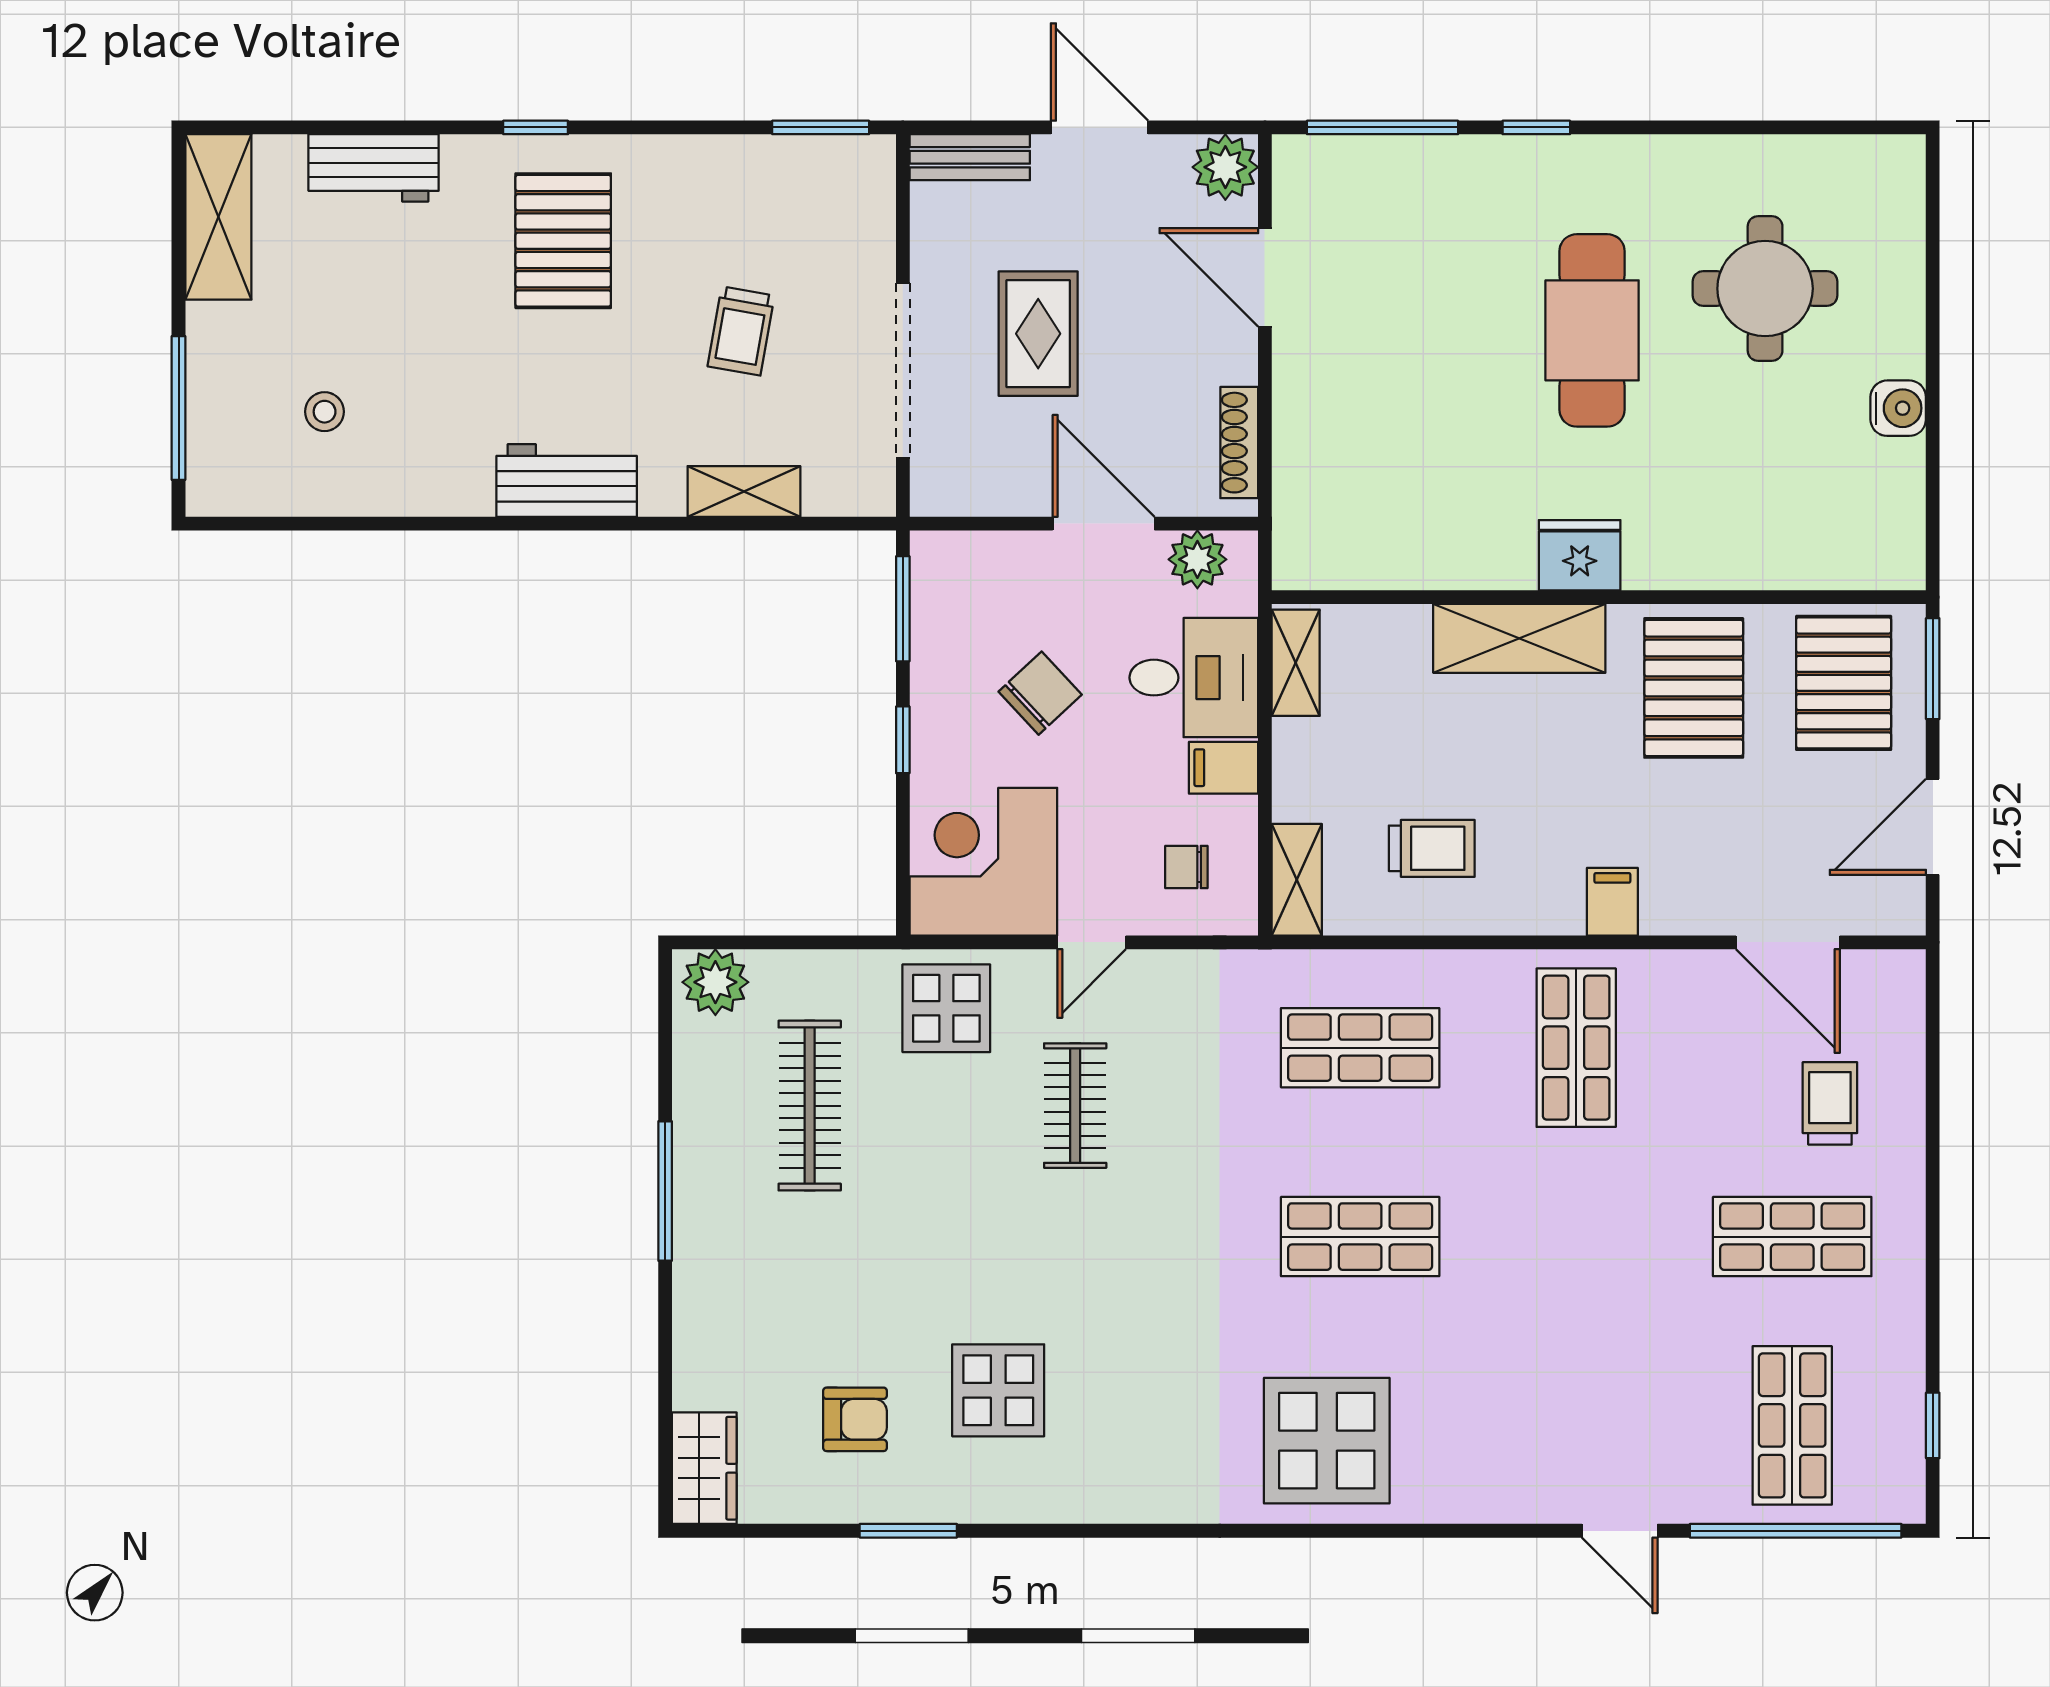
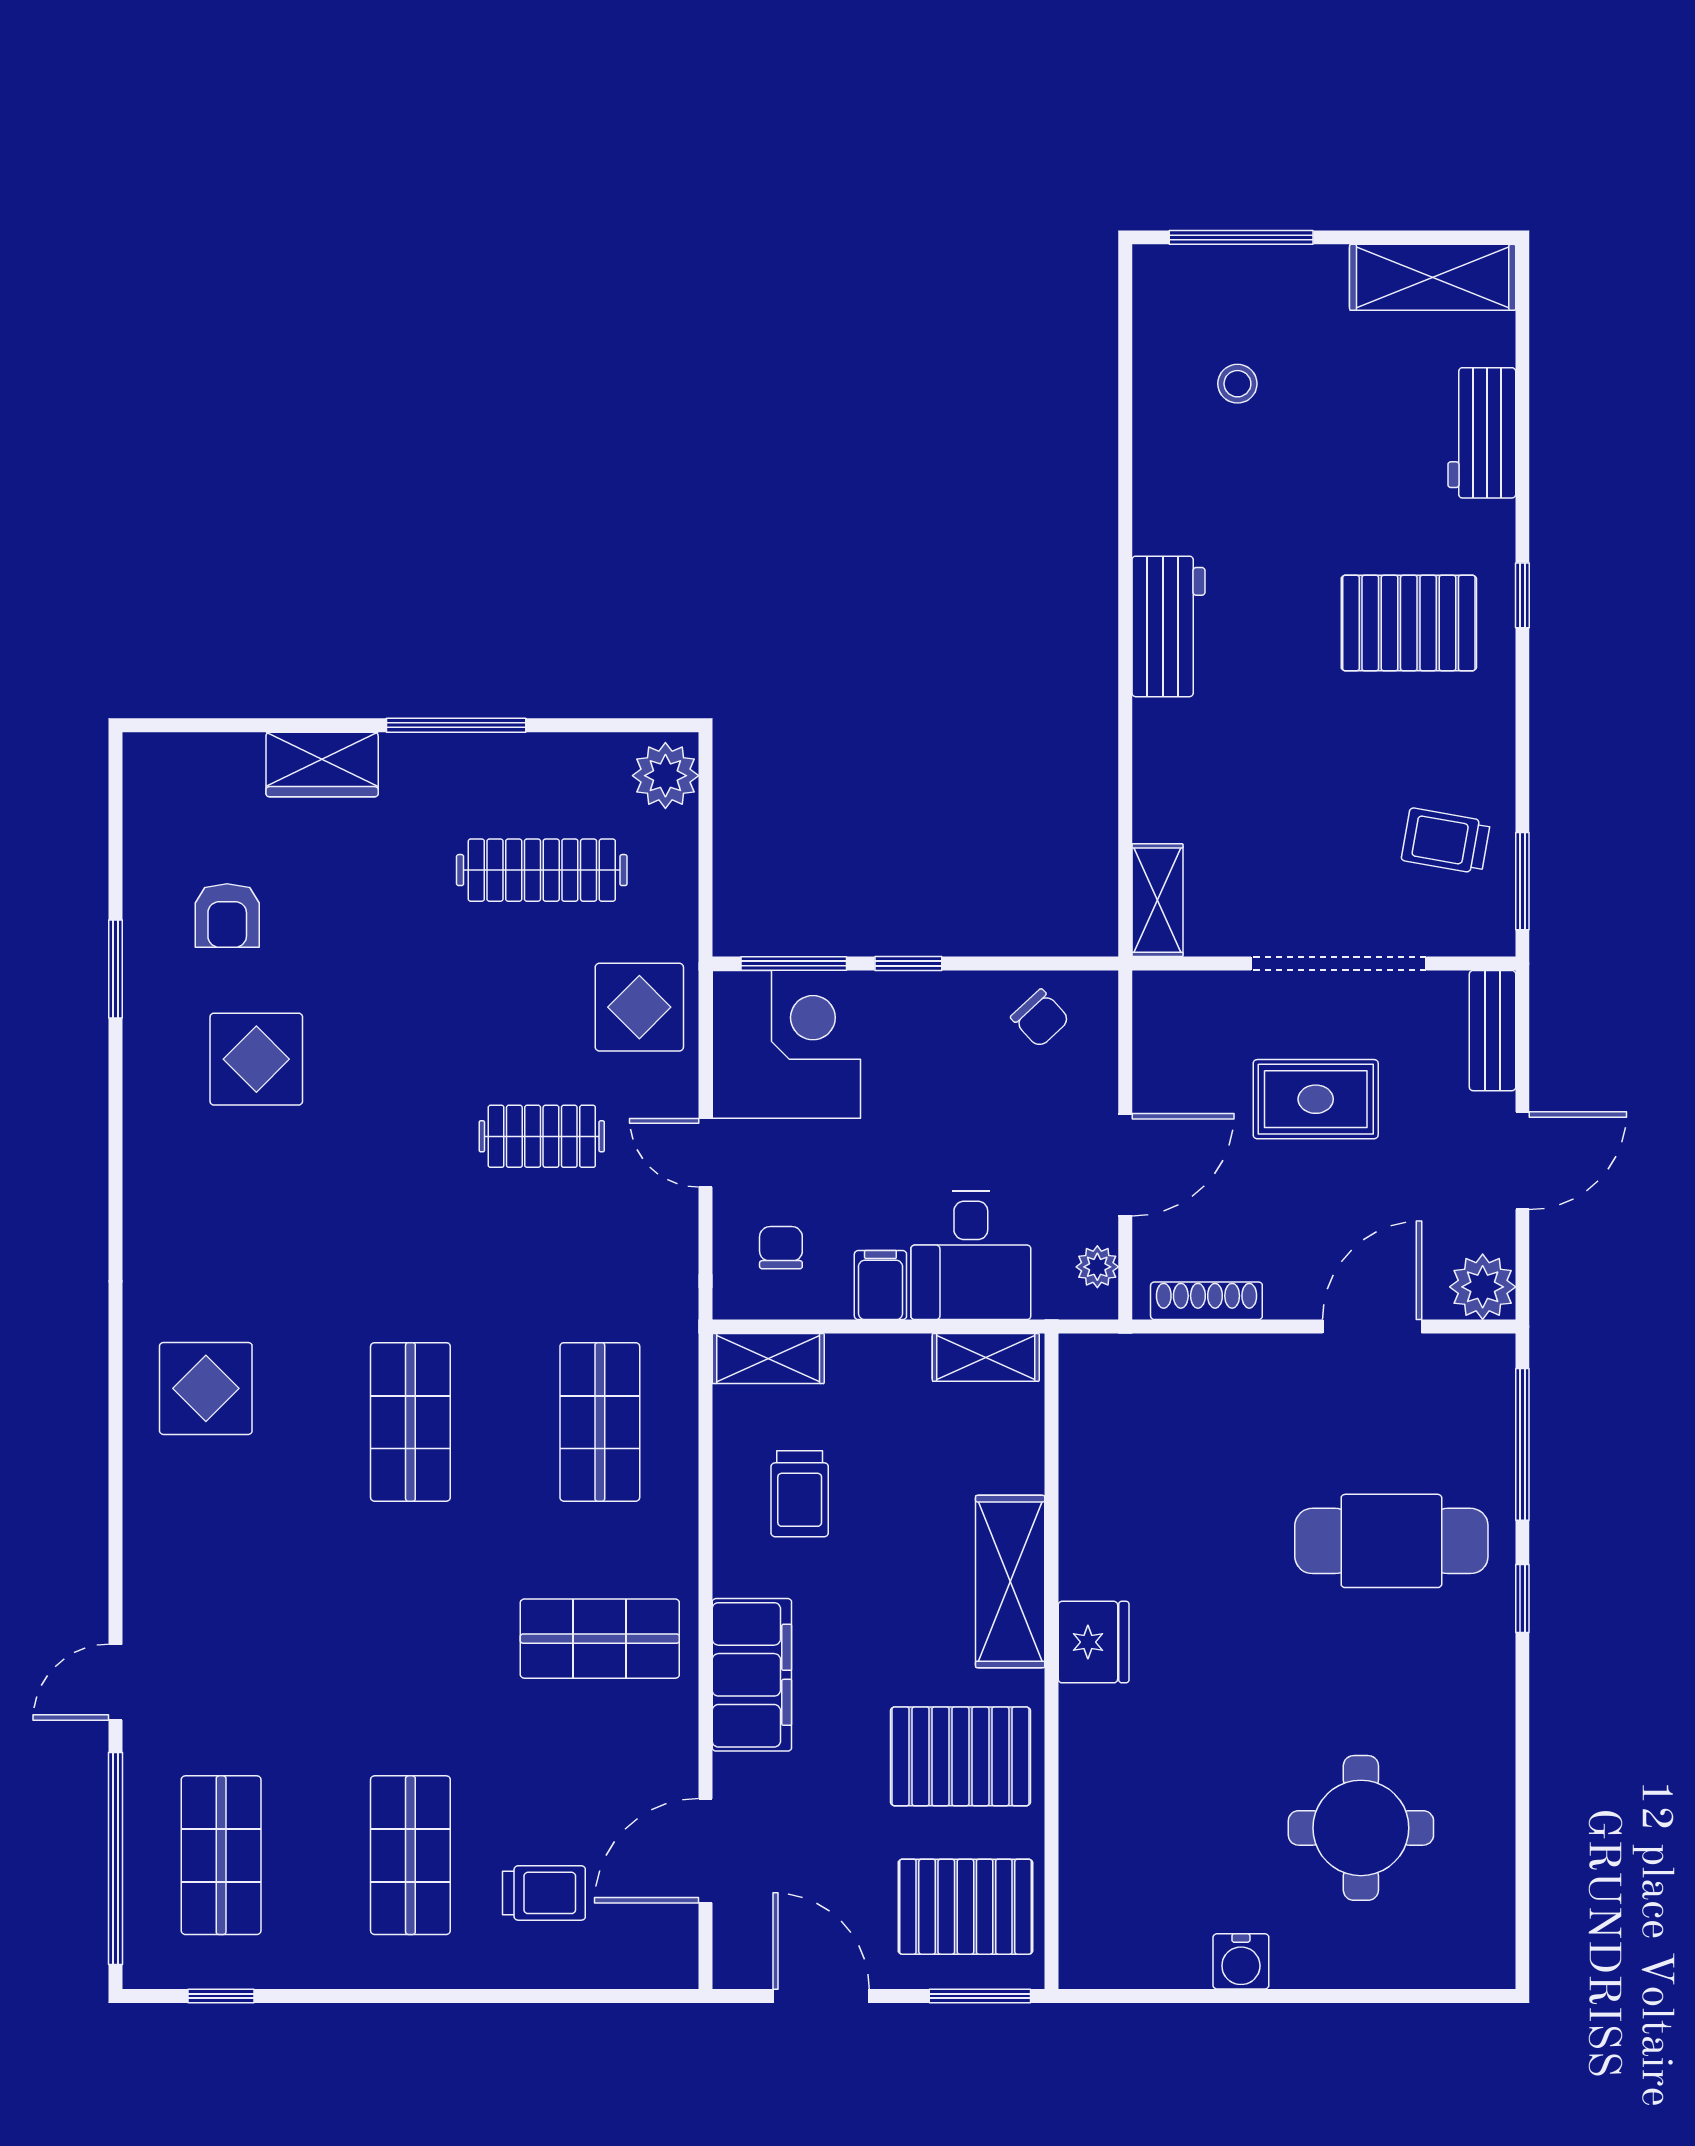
cafe table: (1592, 330) -> (1391, 1541), moved
trolley: (741, 331) -> (1446, 841), moved
doorway: (903, 371) -> (1339, 963), moved
shelving: (744, 491) -> (1157, 900), moved
plant: (1197, 559) -> (1097, 1267), width x0.73, depth x0.73
window: (903, 609) -> (794, 963), moved
chair: (1040, 693) -> (1040, 1018), moved, width x0.73, depth x0.73
filing cabinet: (1612, 902) -> (752, 1675), width x3.00, depth x1.17
shop shelf: (1792, 1425) -> (221, 1855), turned 90
display table: (1327, 1441) -> (206, 1388), width x0.73, depth x0.73
wardrobe: (704, 1468) -> (322, 764), moved

